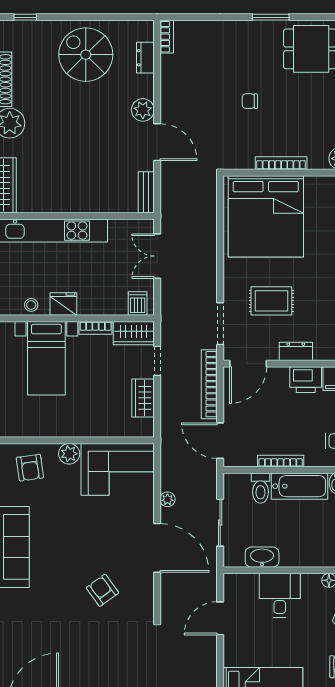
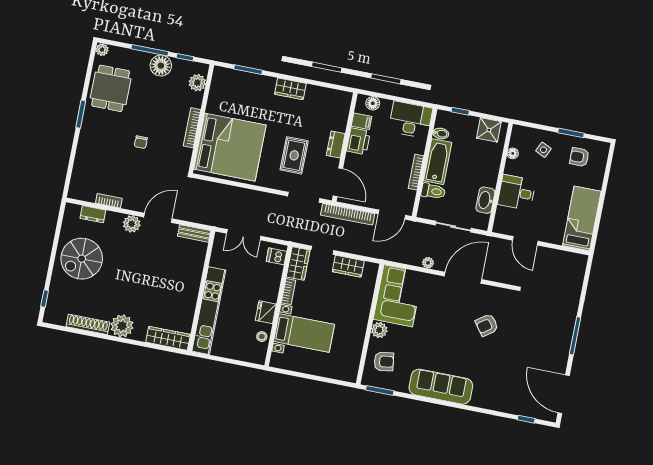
bookcase: (167, 37) -> (109, 201), moved

